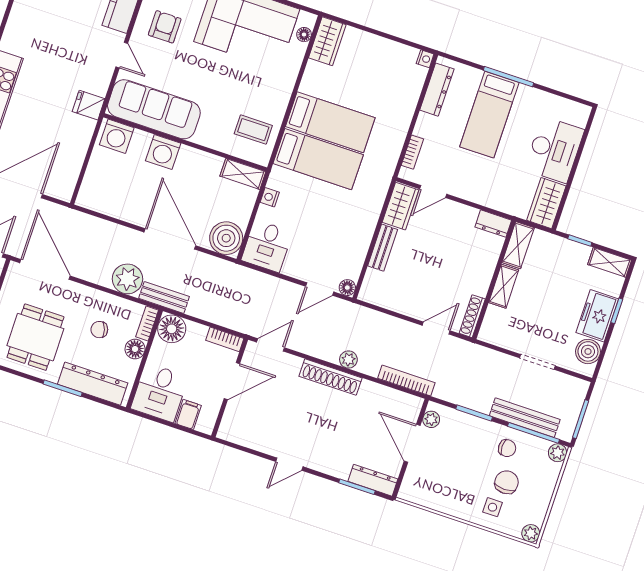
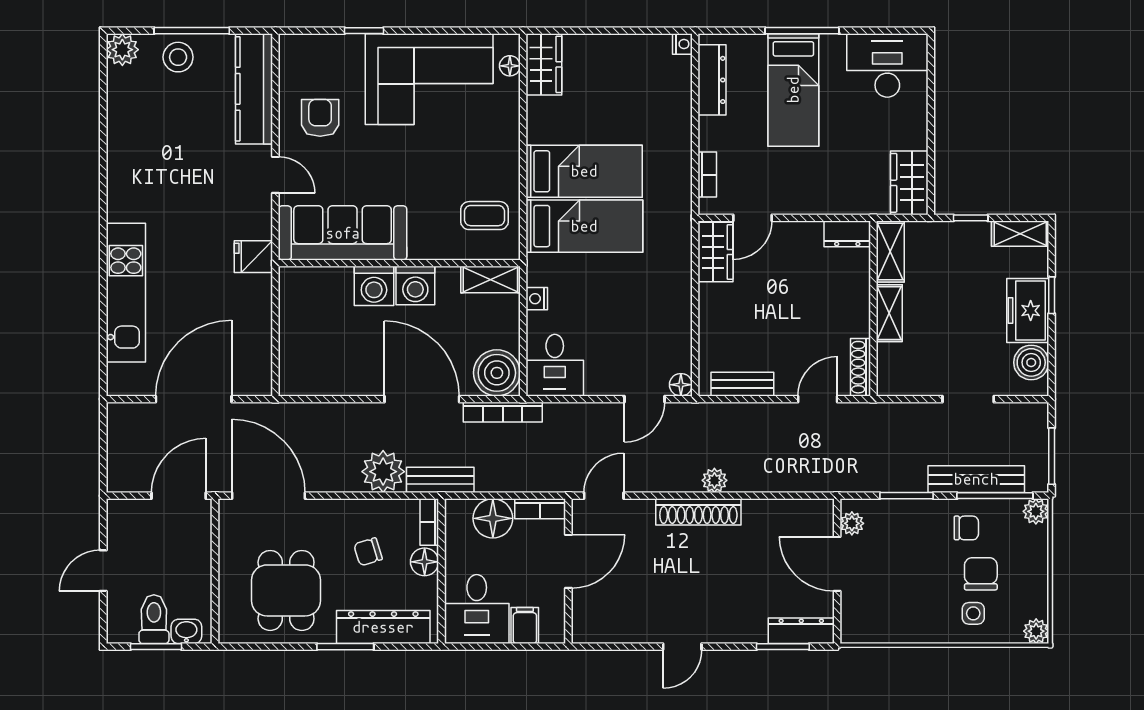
washing machine: (117, 136) -> (415, 285), moved
desk: (554, 150) -> (887, 65), moved, turned -90
bench: (383, 248) -> (742, 384), moved, turned 90
floor lamp: (172, 329) -> (493, 518), moved
bookcase: (406, 381) -> (503, 412), moved, turned 180

